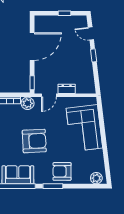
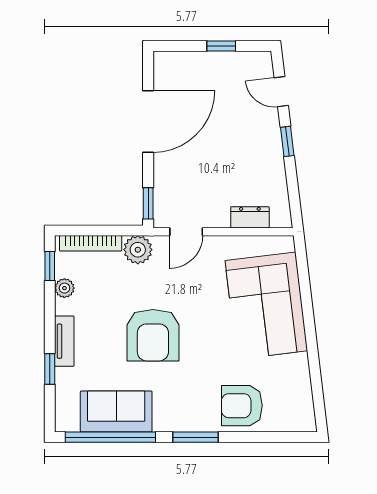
dresser: (67, 89) -> (250, 217), moved
armchair: (34, 141) -> (153, 335), turned 93
armchair: (62, 171) -> (242, 406), moved
plant: (96, 178) -> (294, 419), removed

